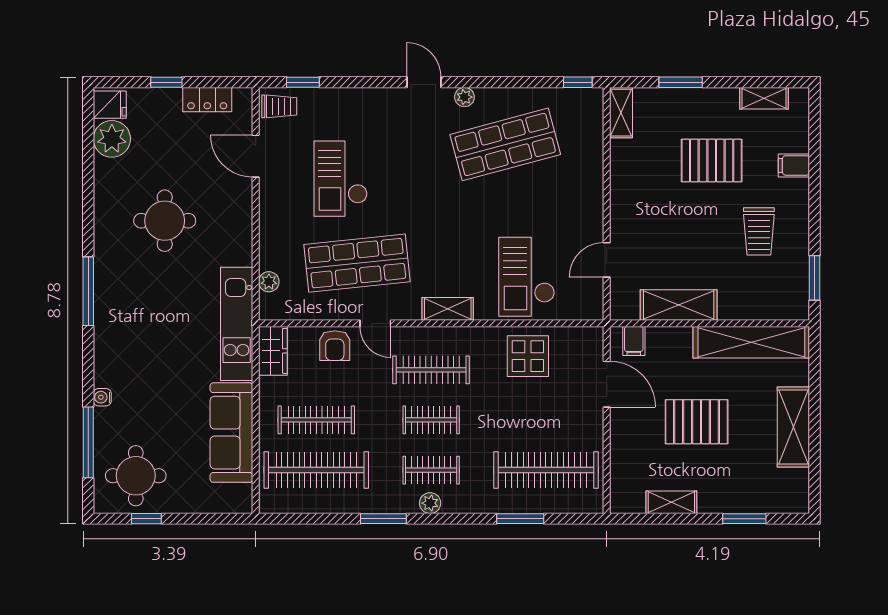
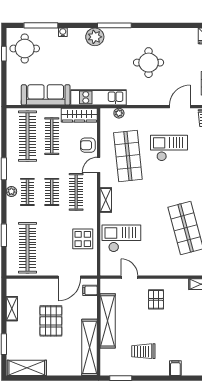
plant: (112, 139) -> (95, 37), moved
pallet: (712, 161) -> (156, 299), moved, width x0.67, depth x0.71
shelving: (679, 305) -> (108, 321), width x1.47
wardrobe: (273, 351) -> (79, 115), width x1.50
shelving: (793, 427) -> (27, 368), moved

